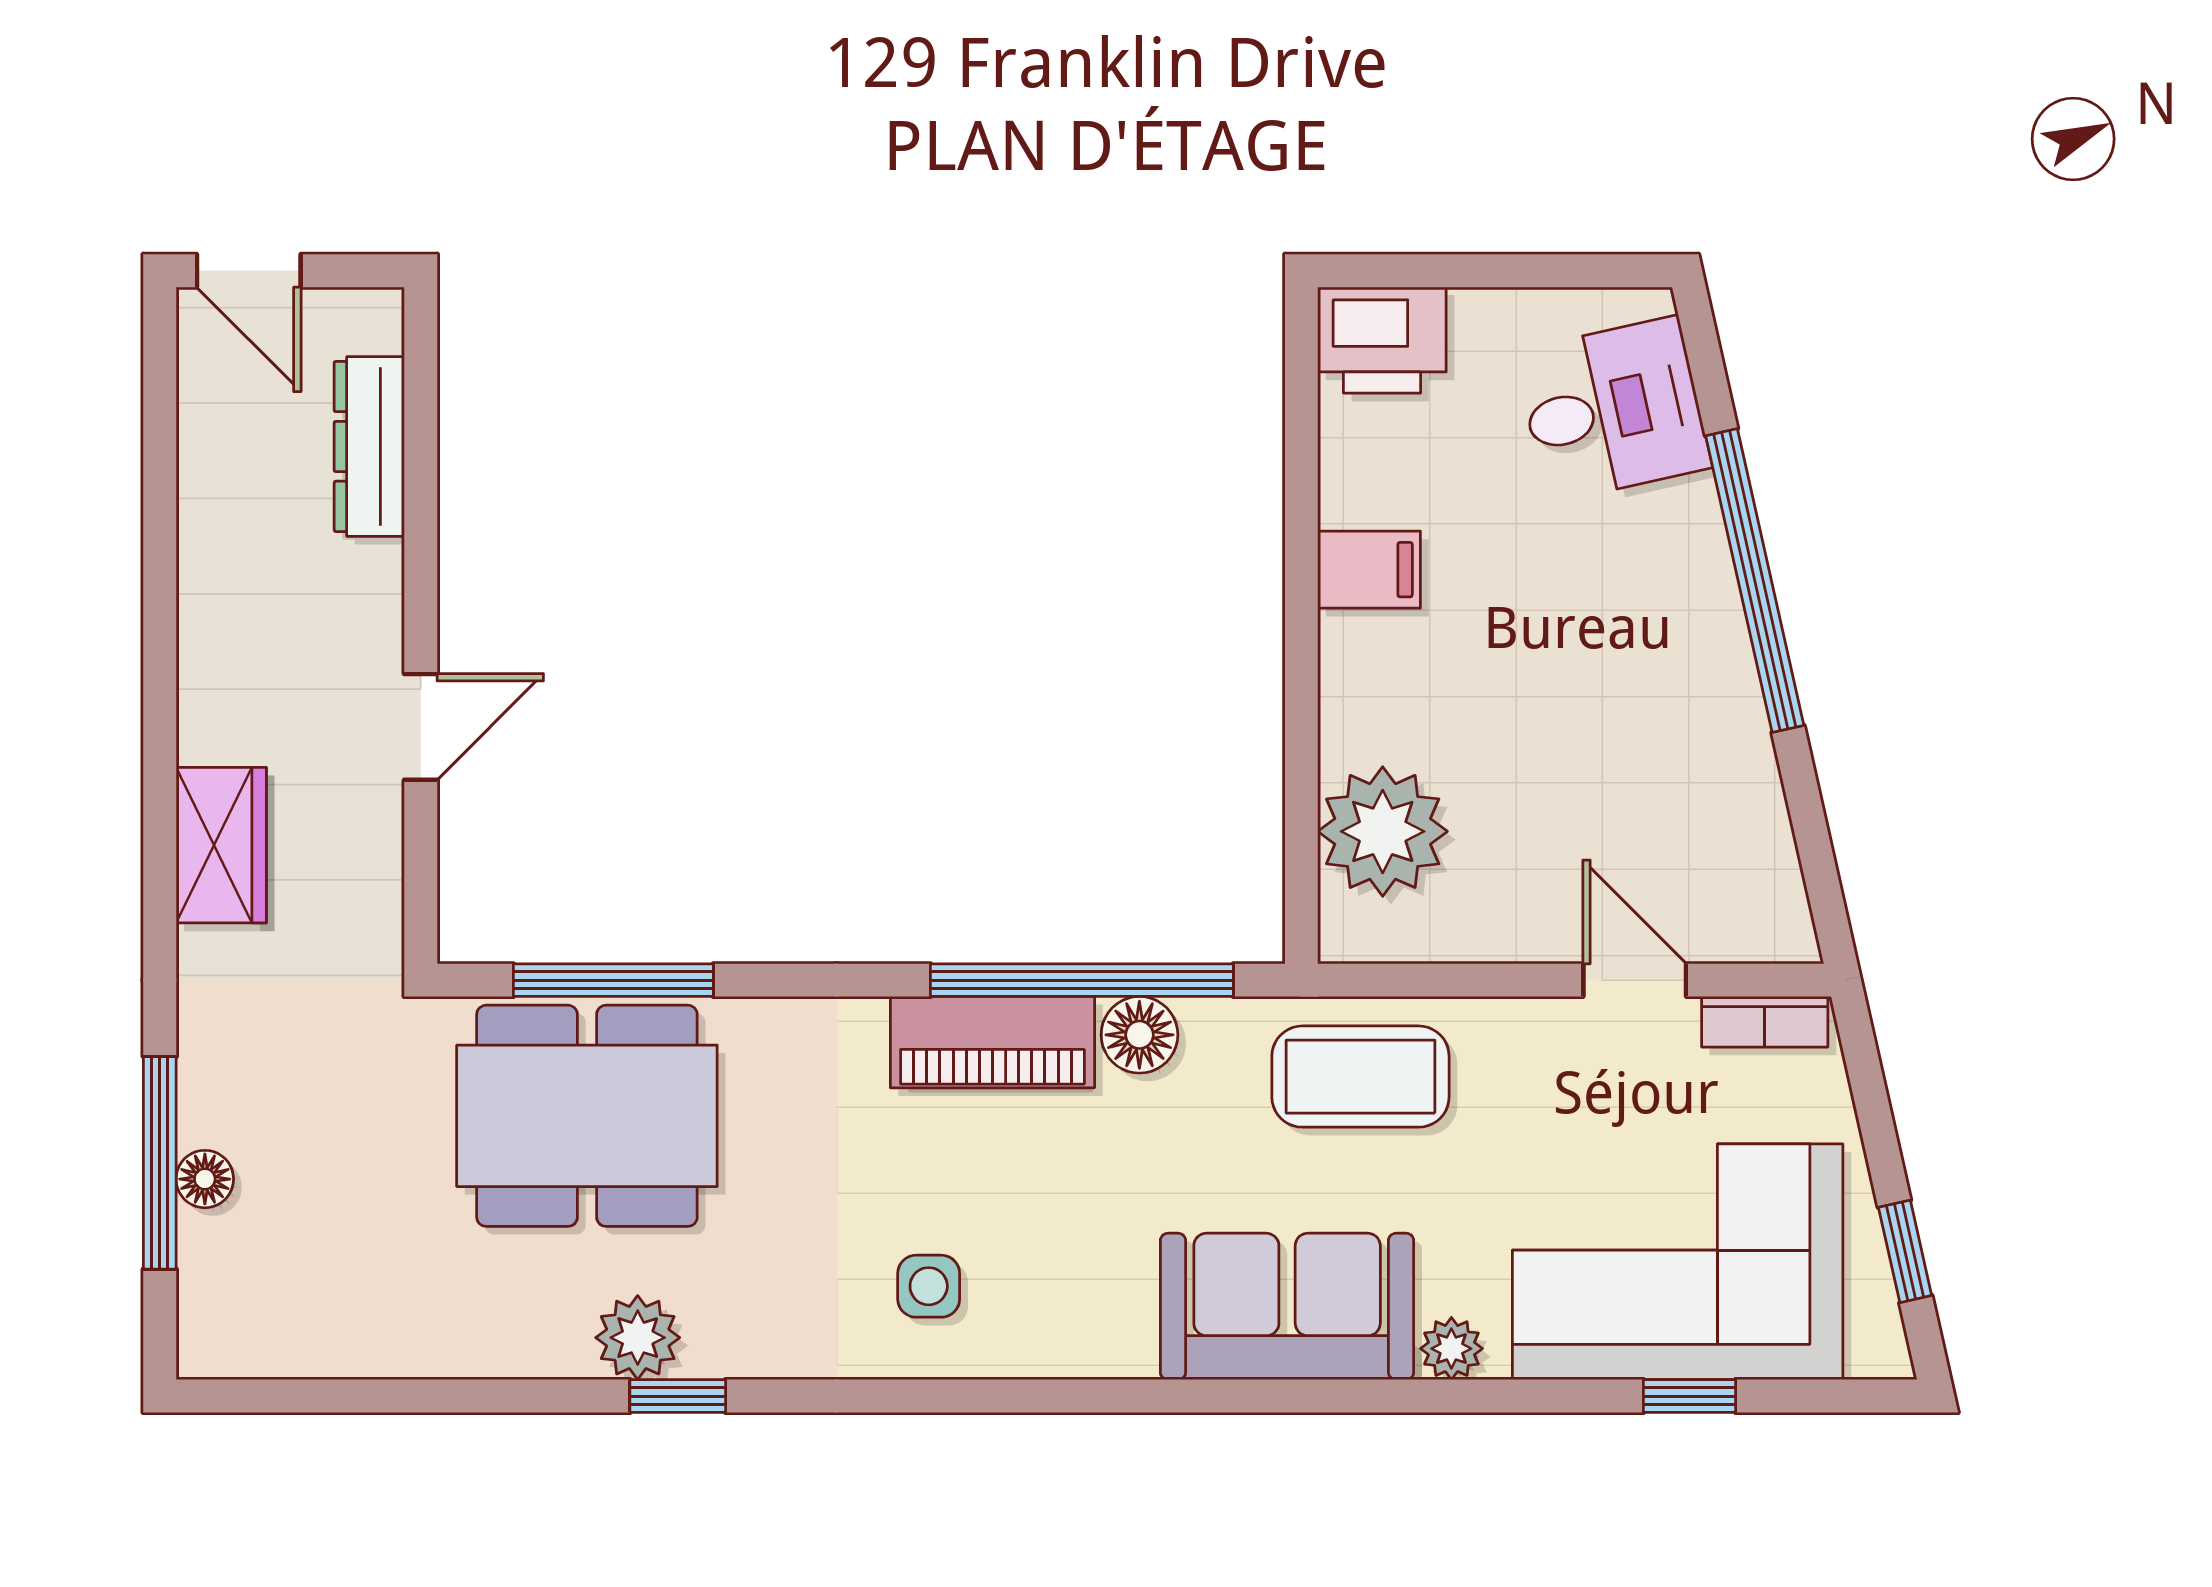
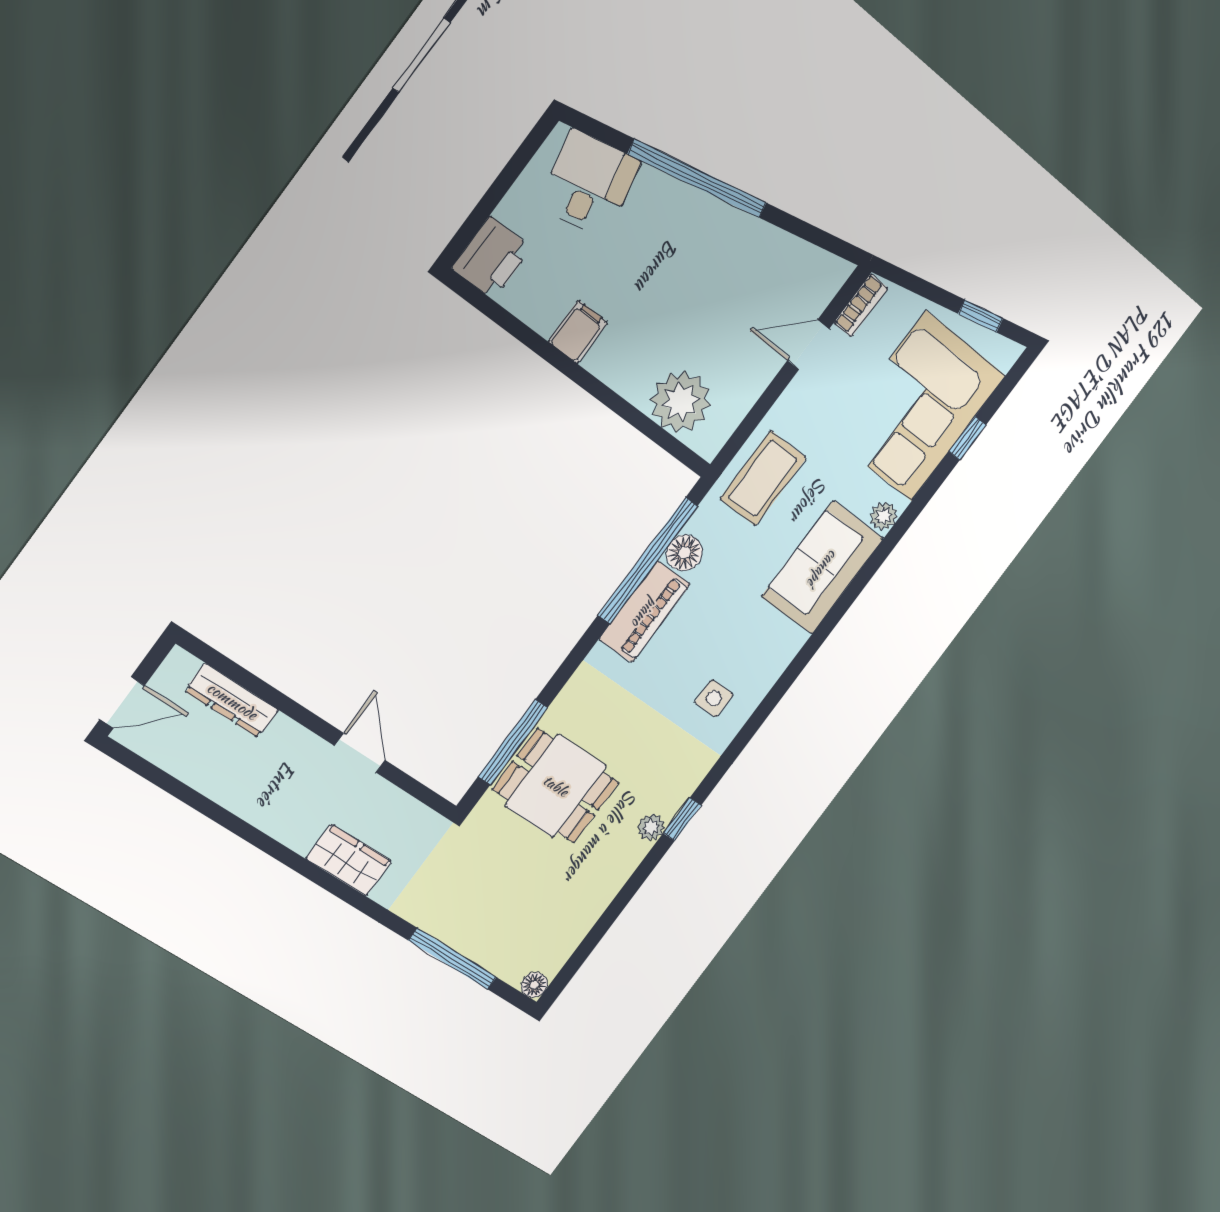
dining table: (587, 1116) -> (556, 786), width x0.73
floor lamp: (205, 1179) -> (534, 985), moved
plant: (638, 1338) -> (651, 827), width x0.73, depth x0.73

